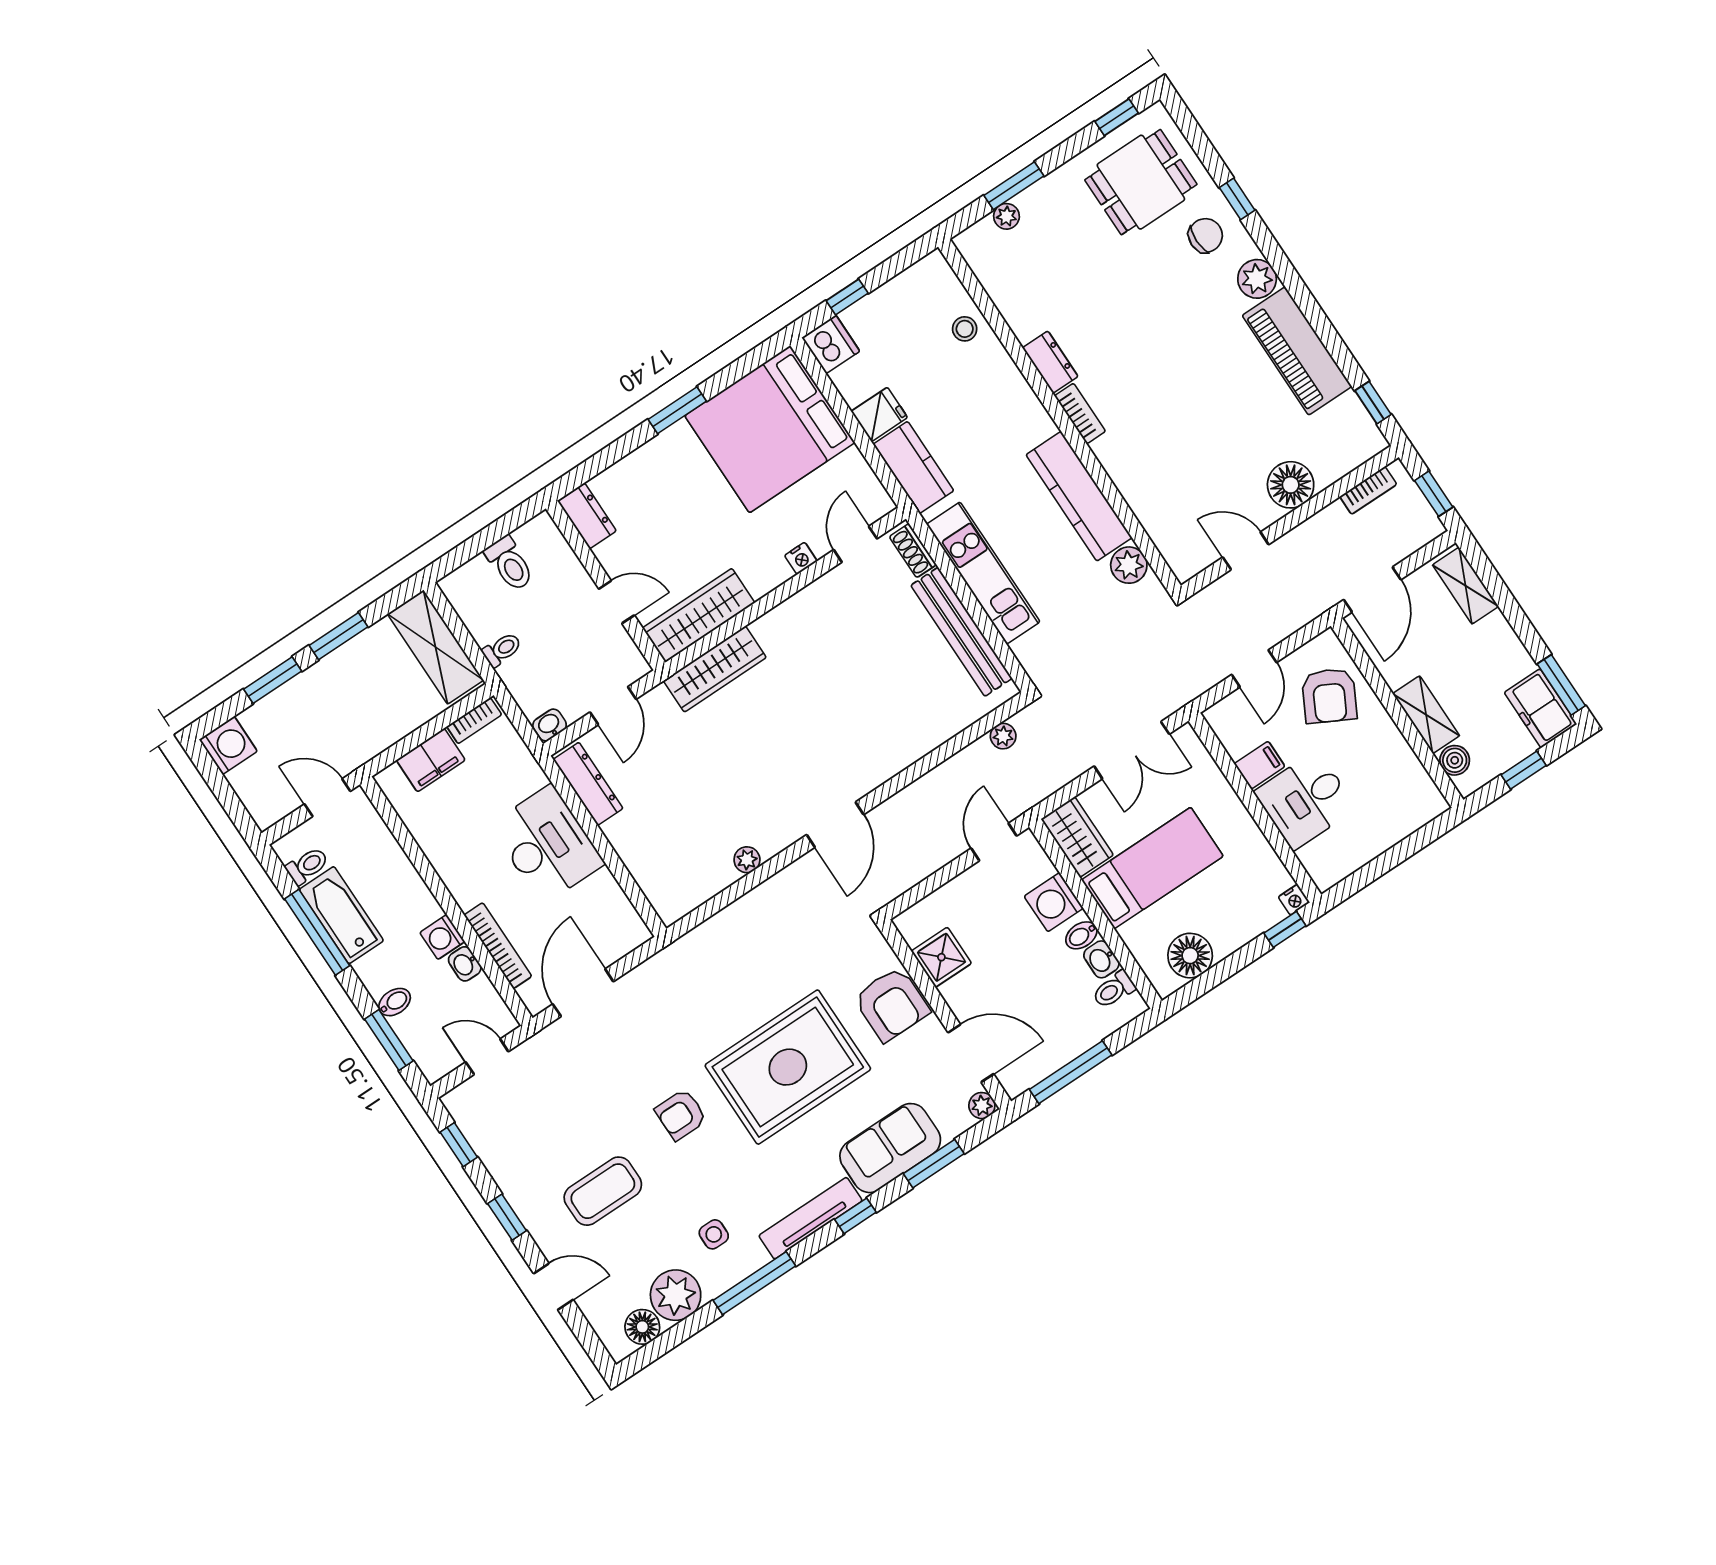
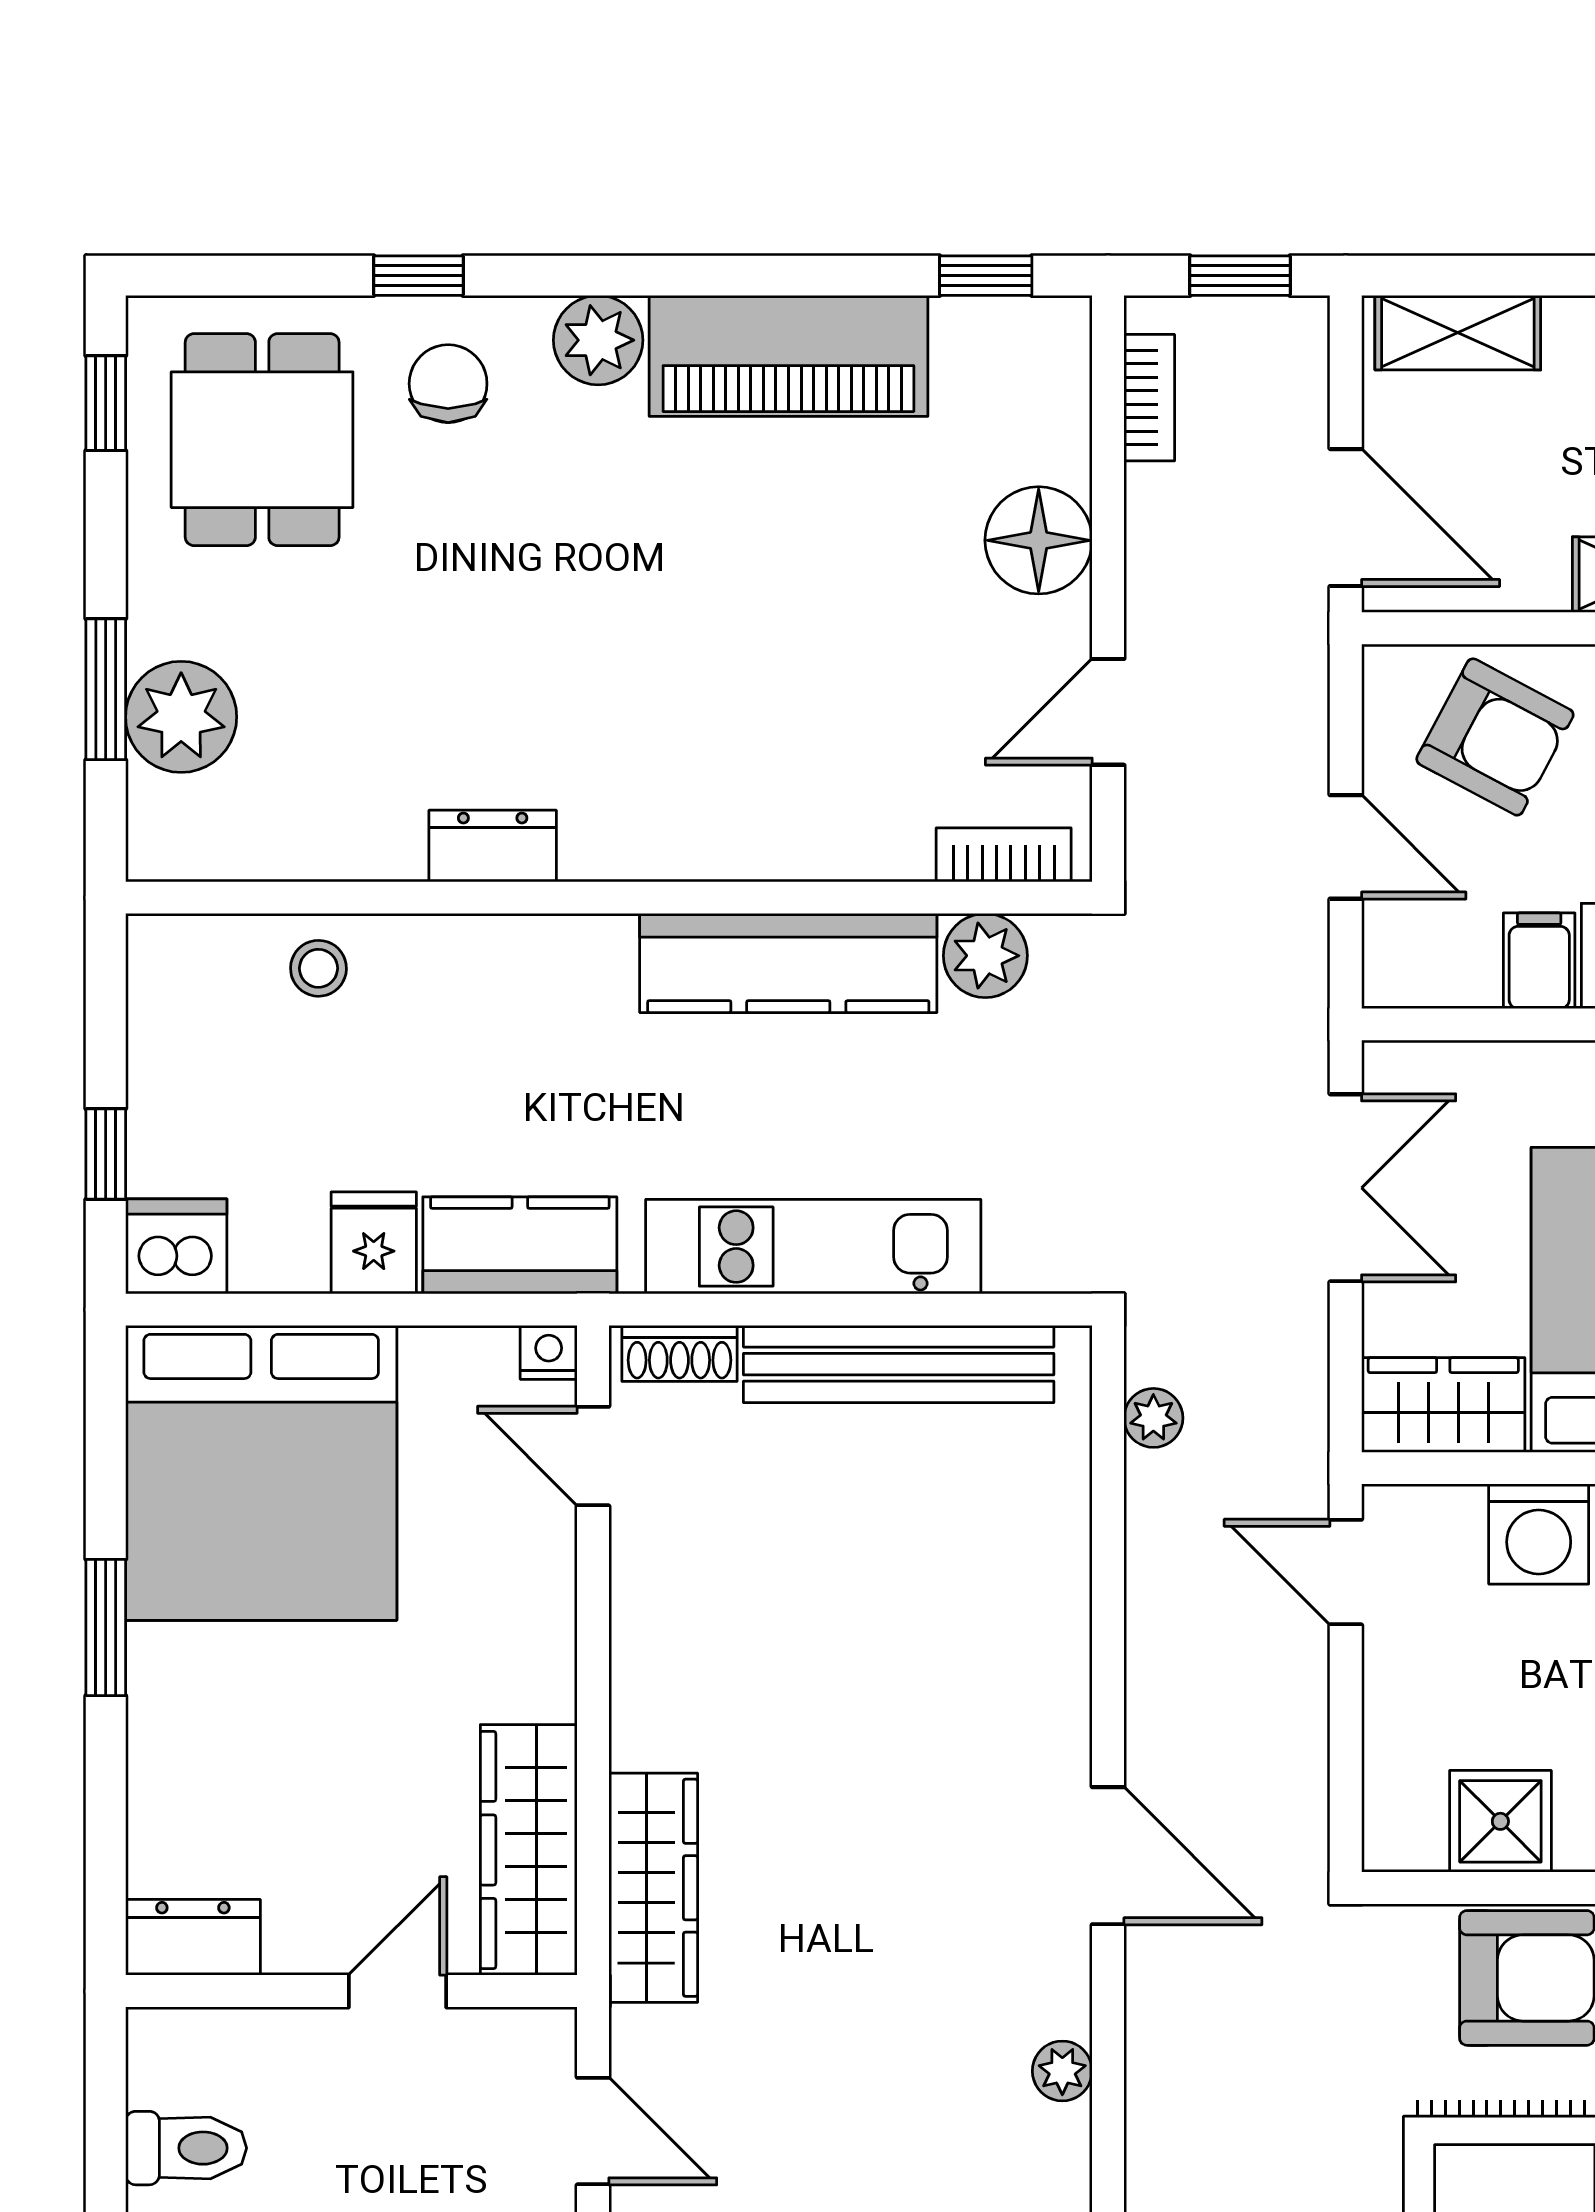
plant: (1006, 216) -> (181, 717), width x1.88, depth x1.88
bookcase: (1080, 414) -> (1004, 855), moved
nightstand: (801, 558) -> (549, 1352), moved, turned -90

